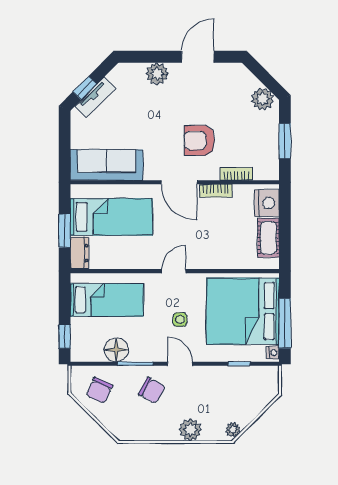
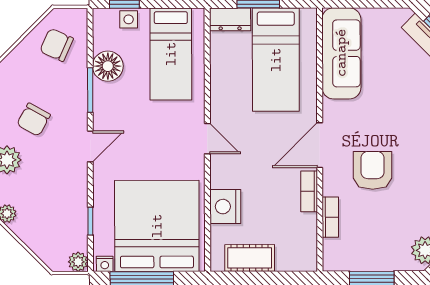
nightstand: (267, 203) -> (225, 207), moved, turned 90
side table: (180, 320) -> (129, 19), moved
plant: (271, 374) -> (78, 262), added
chair: (152, 390) -> (34, 120), moved

